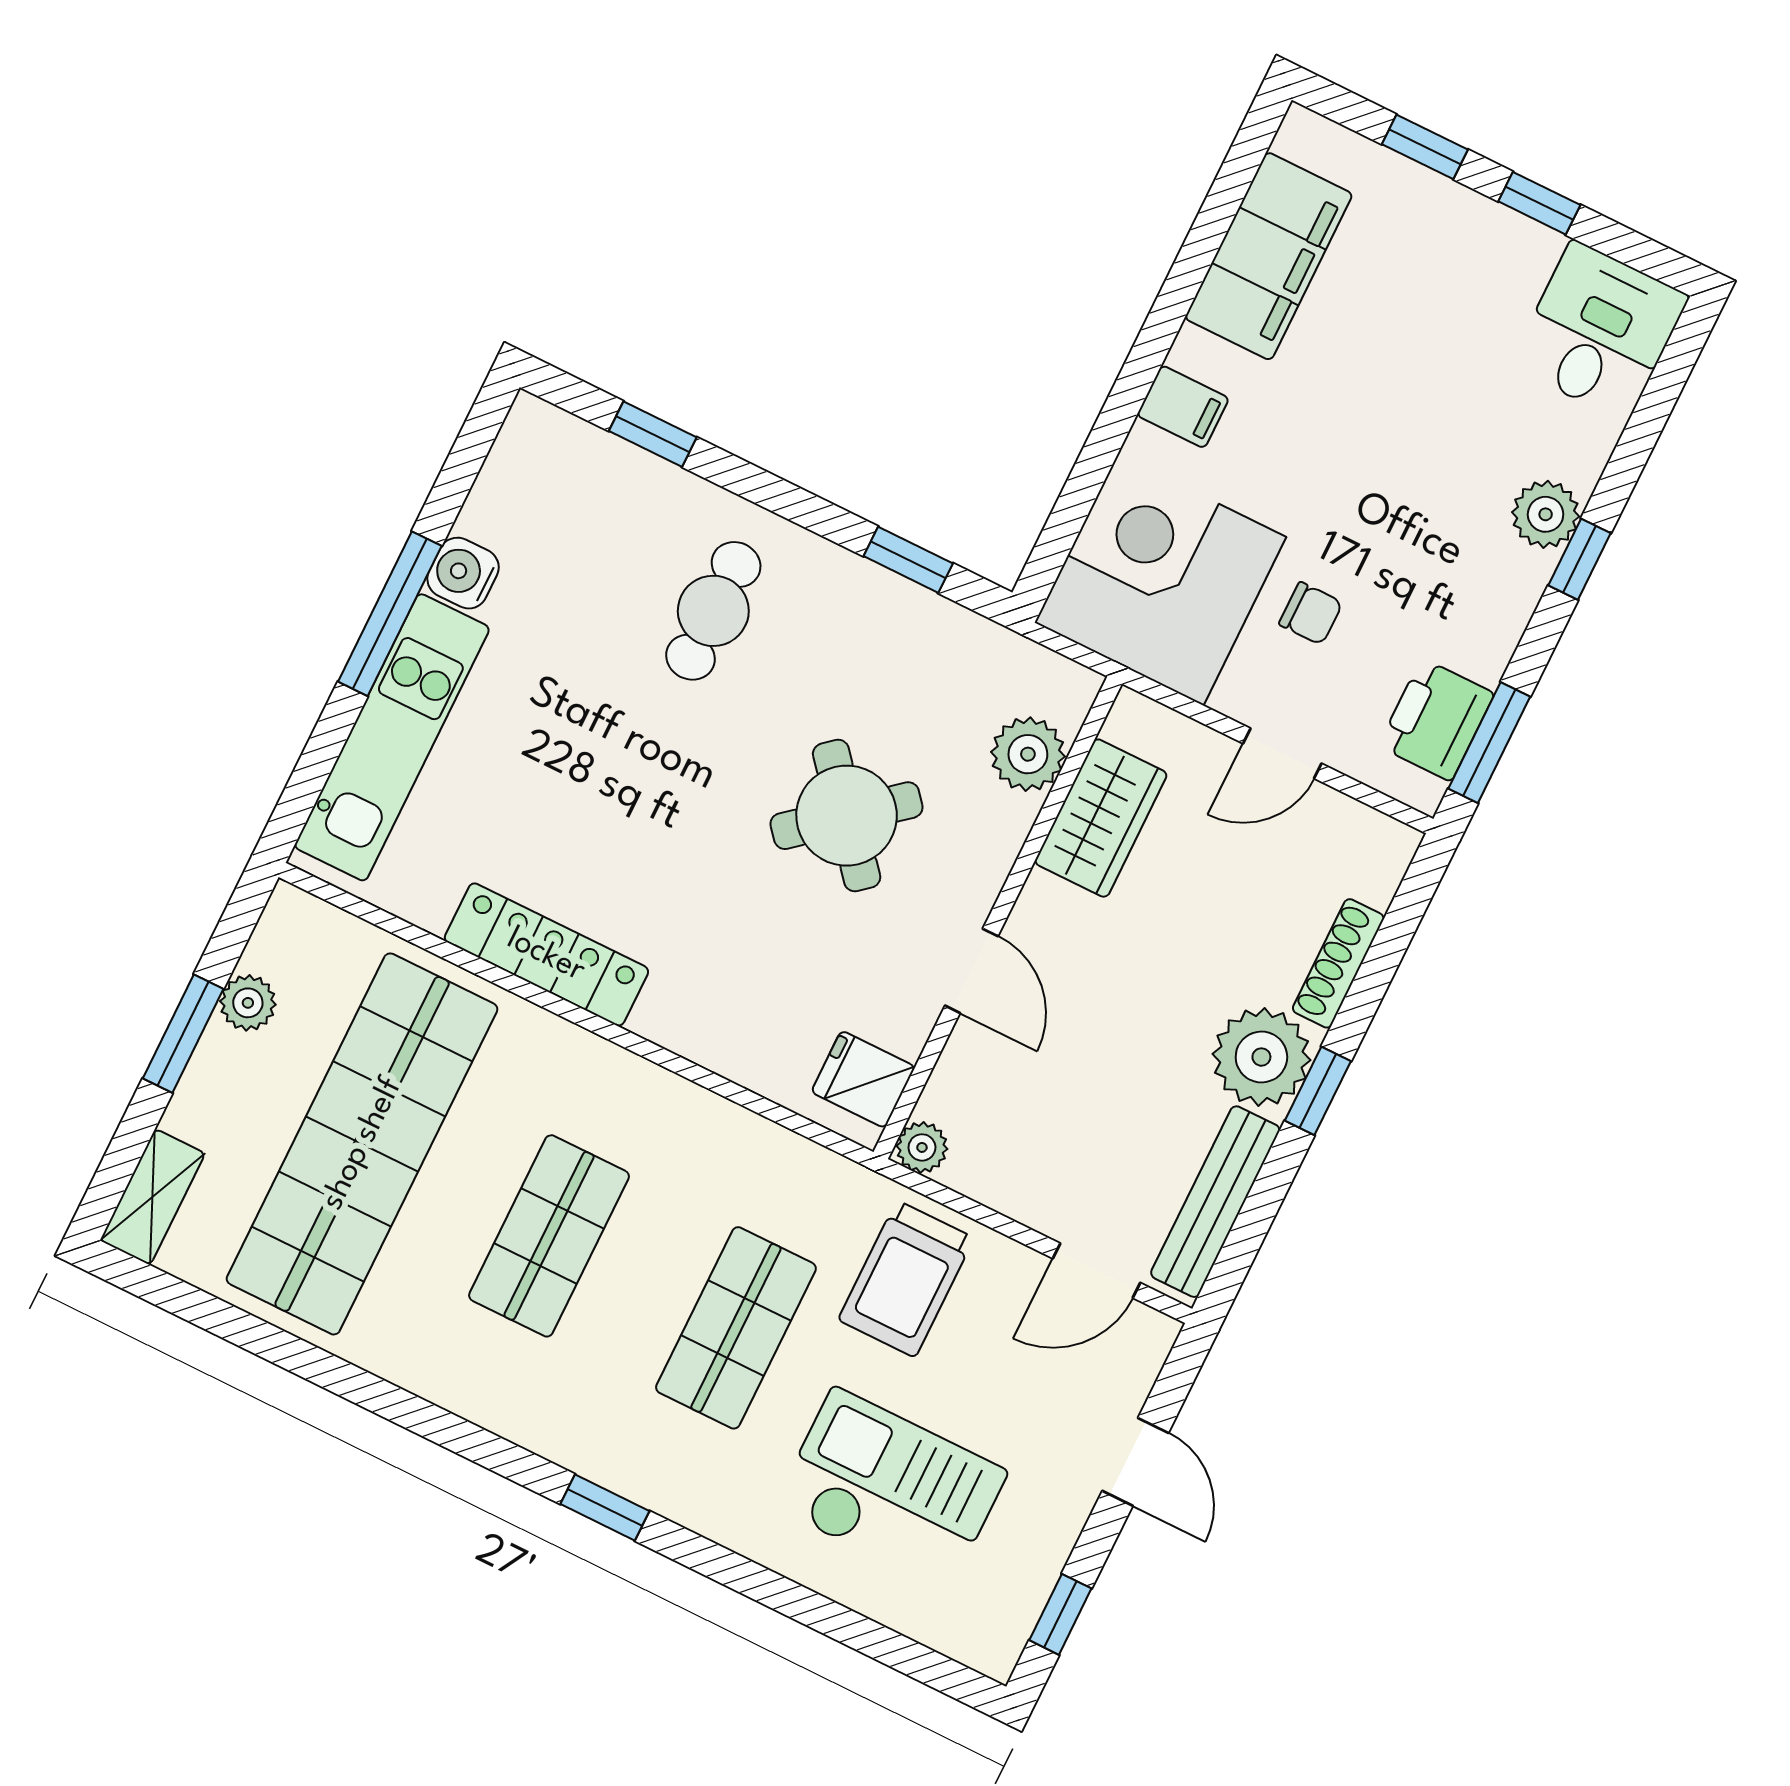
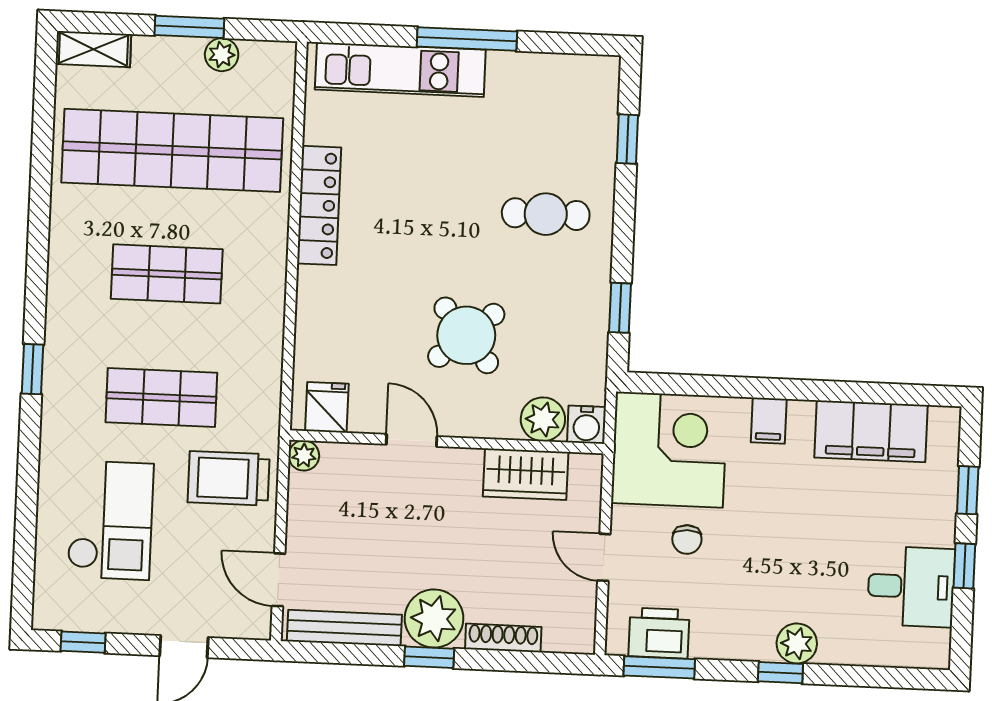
desk: (1599, 331) -> (911, 587), moved
water cooler: (463, 573) -> (586, 425), moved, turned 180
door: (971, 971) -> (412, 440), swing flipped

